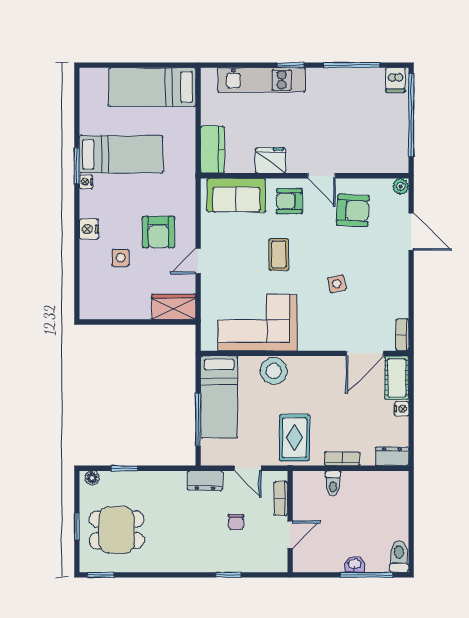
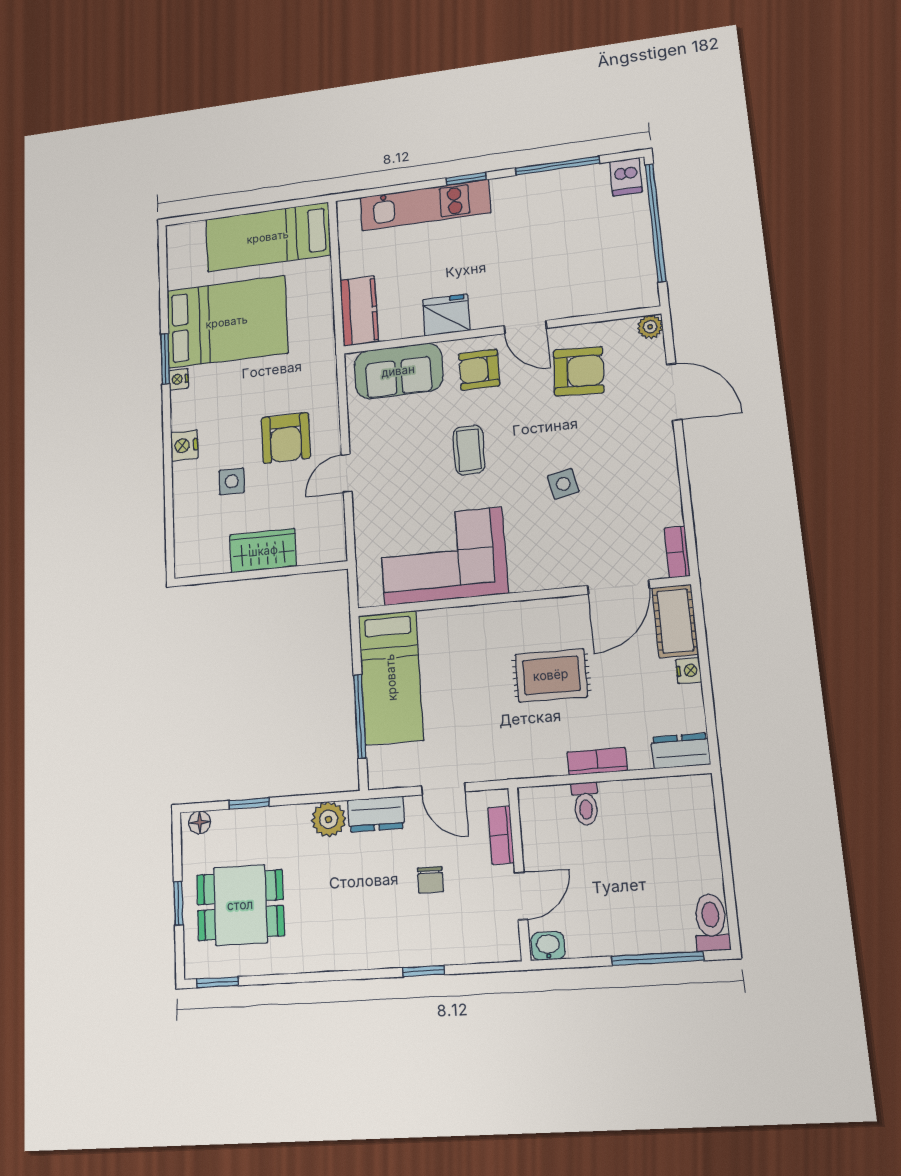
bed: (121, 154) -> (227, 322), width x1.50
wardrobe: (174, 307) -> (263, 551), moved
stool: (274, 371) -> (474, 629), removed
rug: (295, 438) -> (551, 675), moved, turned 90
plant: (175, 482) -> (329, 819), added
washbasin: (355, 564) -> (548, 946), moved

